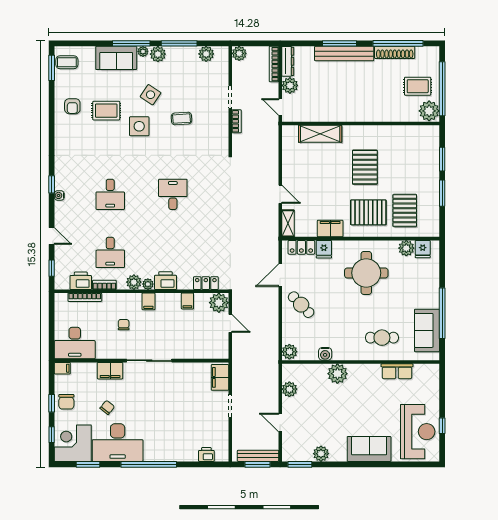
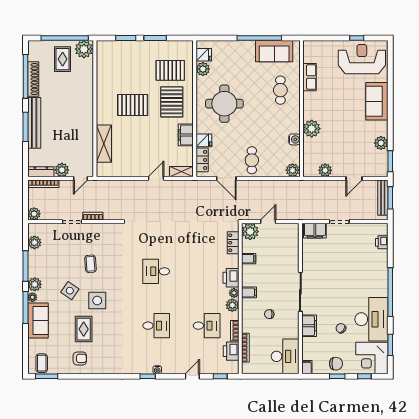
cafe table: (301, 305) -> (252, 160), turned -46

